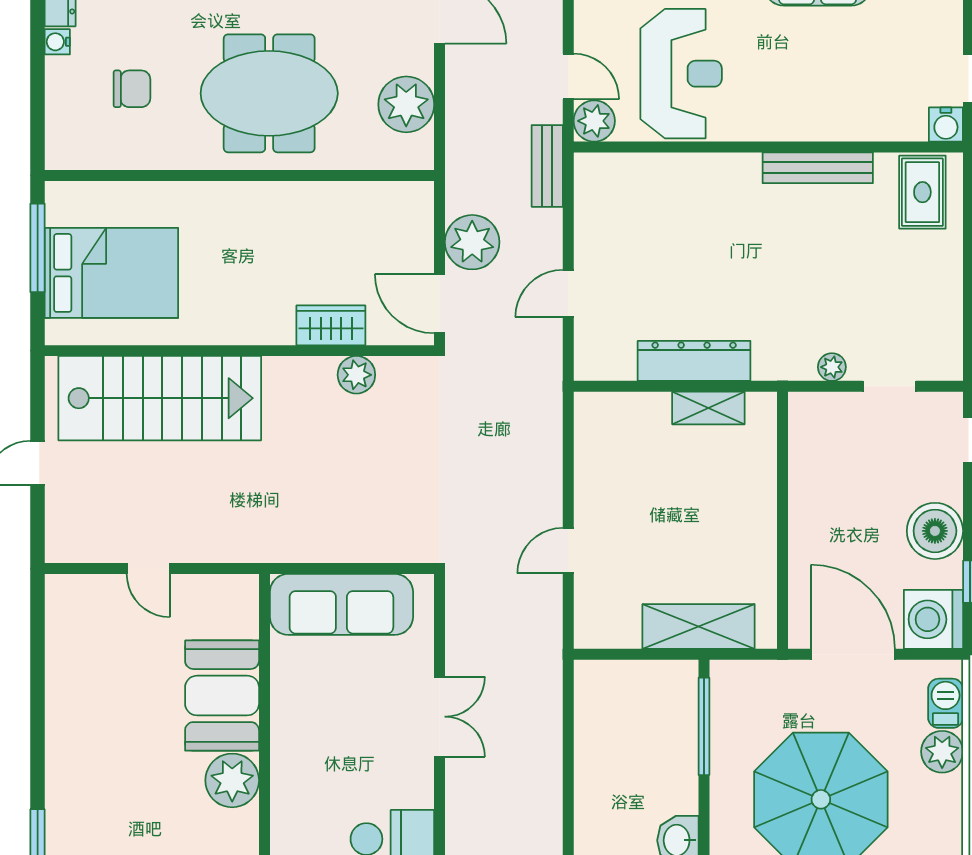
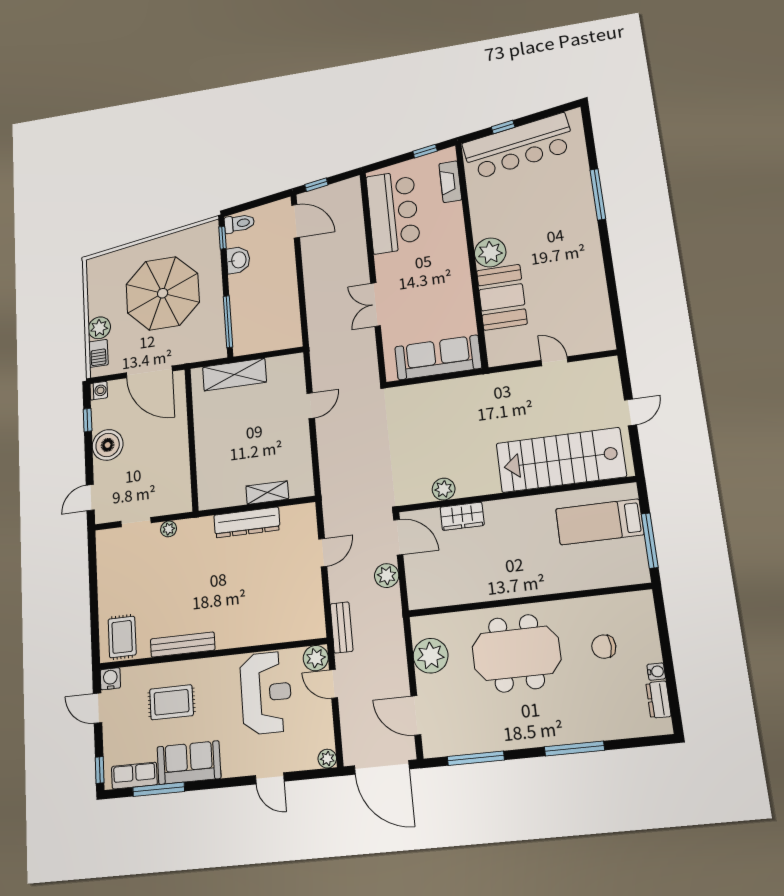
reception desk: (681, 74) -> (266, 693), turned 180
rug: (842, 75) -> (171, 702), added
plant: (472, 242) -> (387, 576), width x0.73, depth x0.73
bed: (111, 273) -> (600, 522), width x0.67
shelving: (708, 408) -> (267, 493), moved
washing machine: (933, 619) -> (99, 391), width x0.53, depth x0.53

